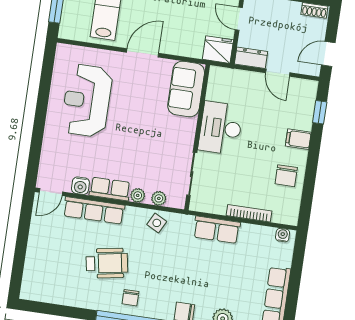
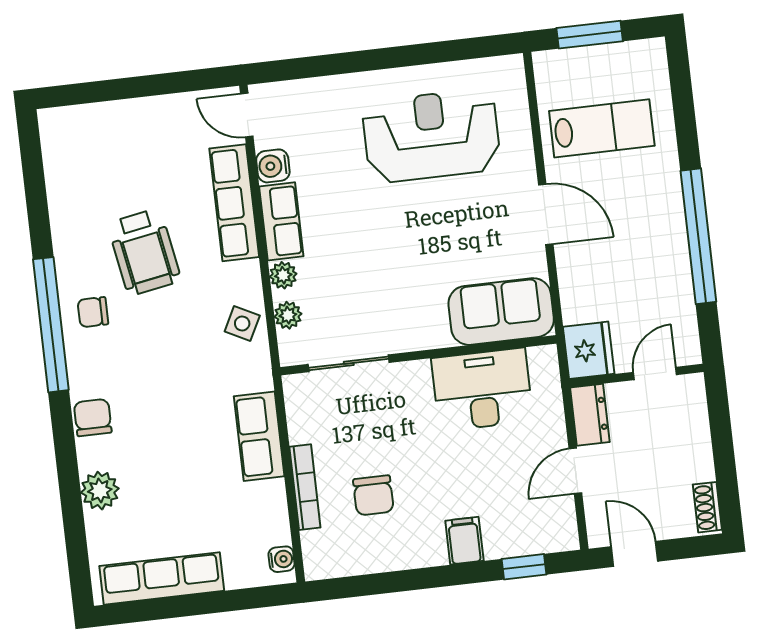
desk: (221, 128) -> (482, 390), moved
chair: (286, 176) -> (373, 495), moved, turned -90

